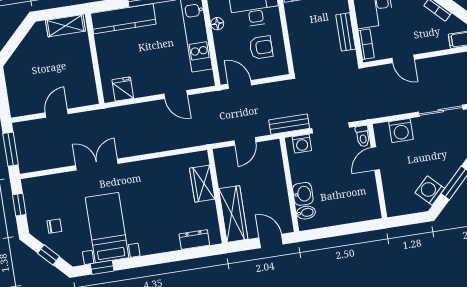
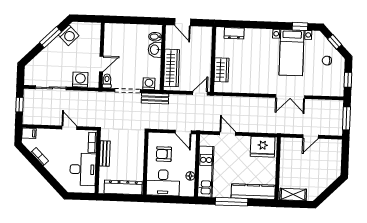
fridge: (123, 89) -> (263, 147), width x1.88, depth x1.34
door: (245, 141) -> (200, 93), moved
wardrobe: (233, 214) -> (172, 68), moved, turned 180

